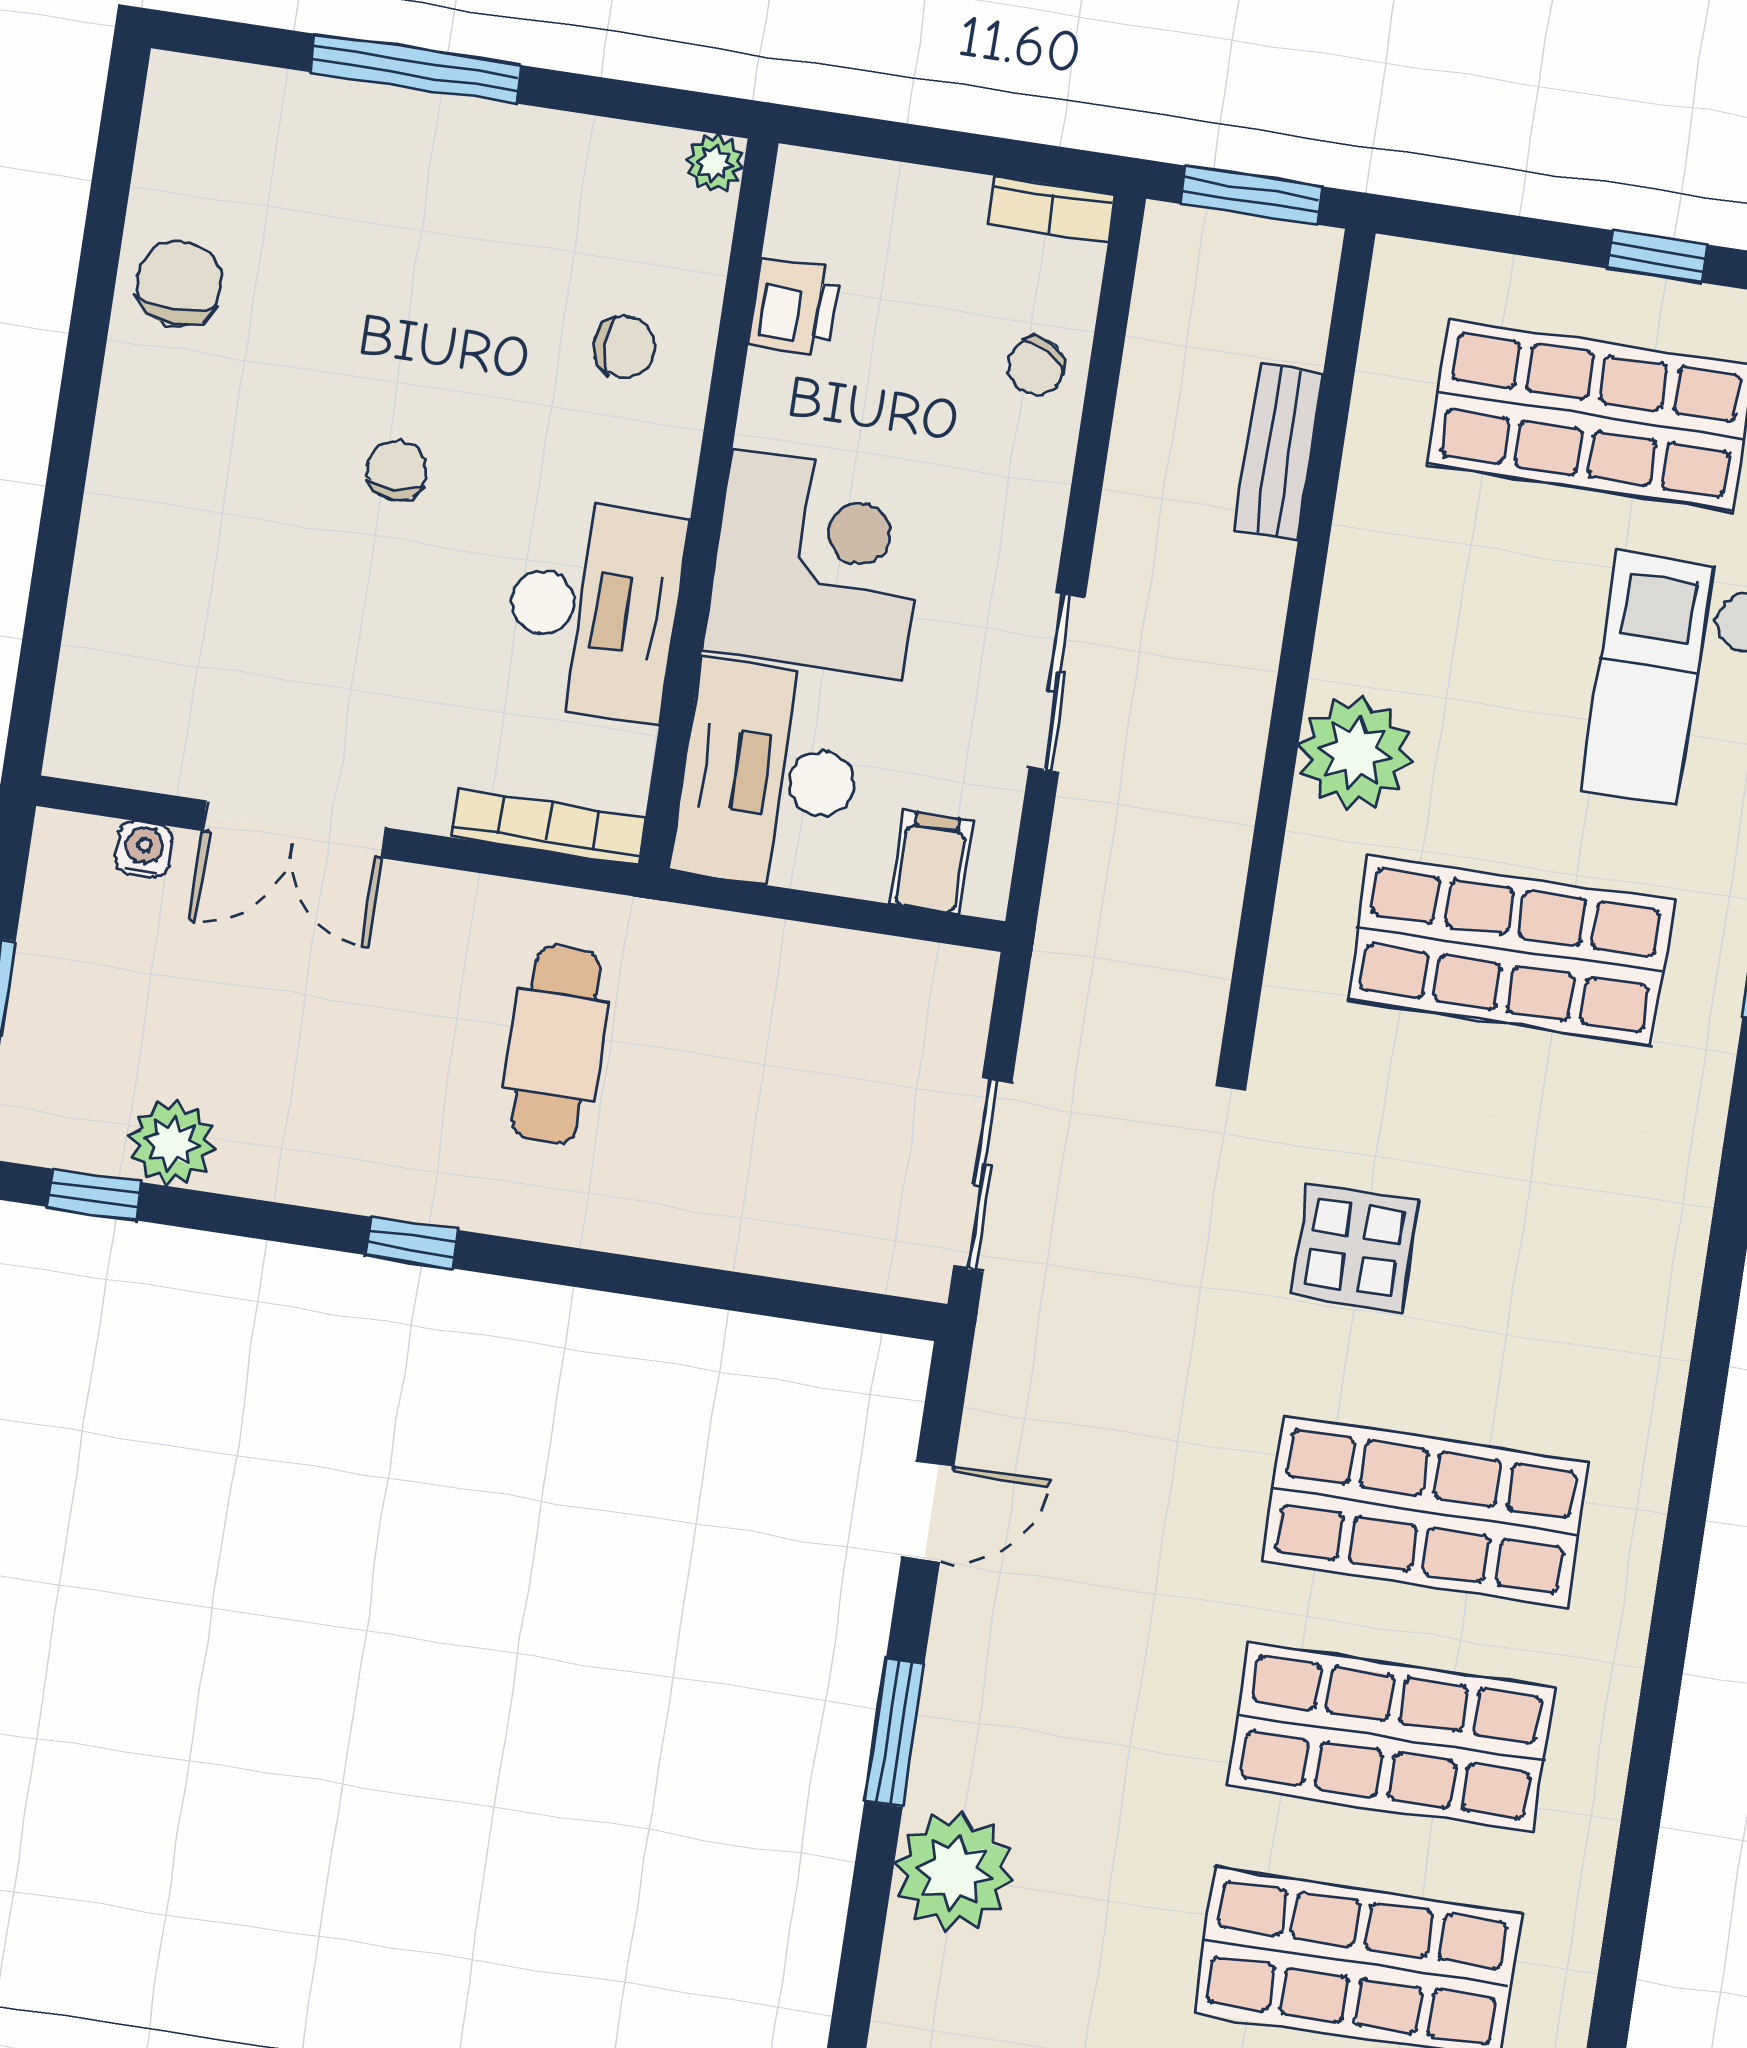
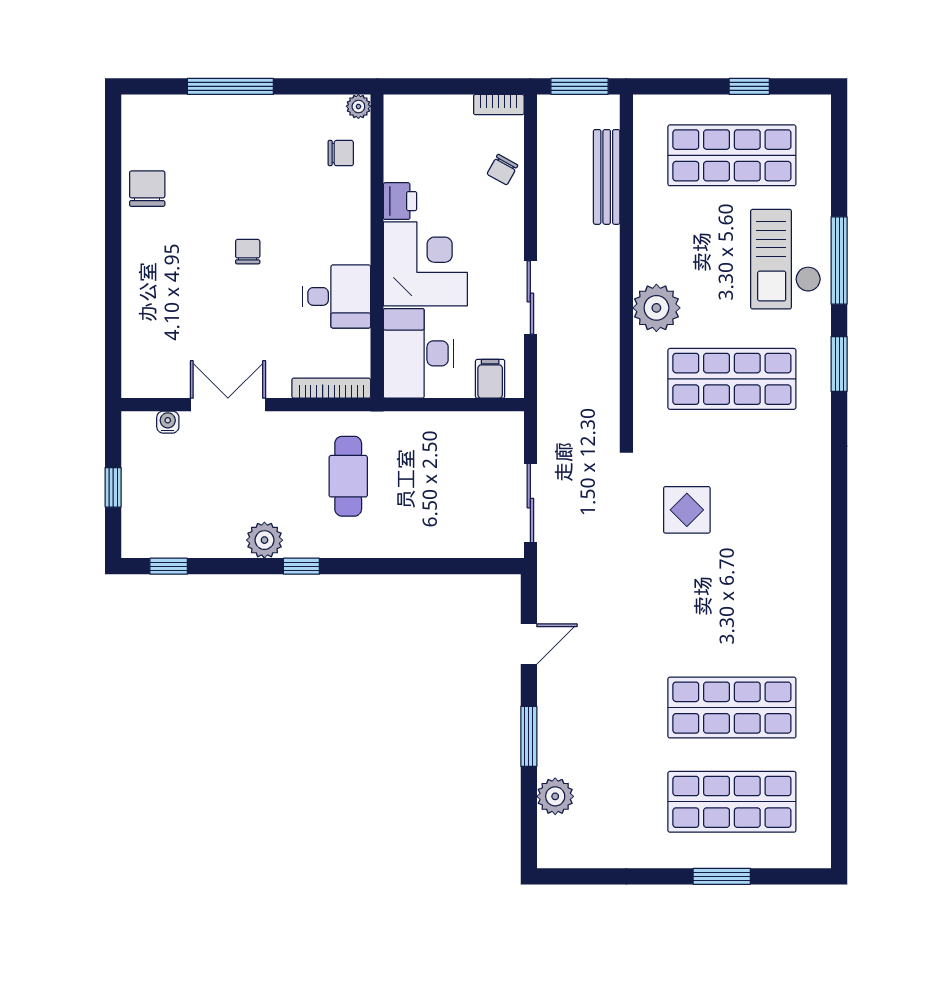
printer: (795, 307) -> (400, 201), moved
chair: (624, 347) -> (341, 153), moved
bench: (1279, 452) -> (607, 177), width x1.36
desk: (593, 610) -> (336, 296), width x0.73
double door: (294, 829) -> (228, 405), swing flipped
plant: (172, 1143) -> (264, 540), moved
shop shelf: (1425, 1511) -> (732, 613), removed
plant: (954, 1872) -> (555, 796), width x0.73, depth x0.73

